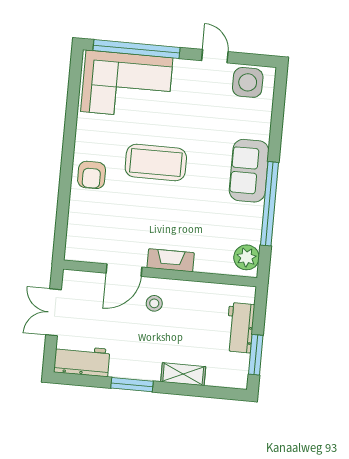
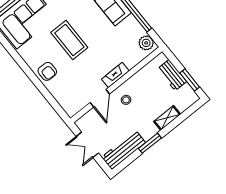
coffee table: (156, 163) -> (69, 40), turned 90
workbench: (82, 361) -> (124, 150), width x1.37

